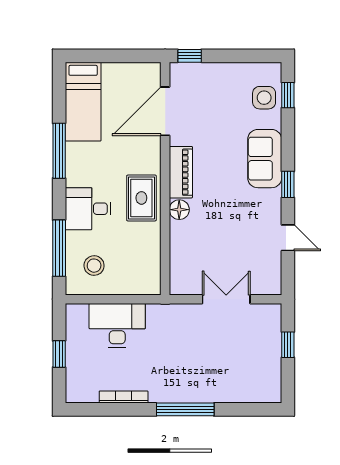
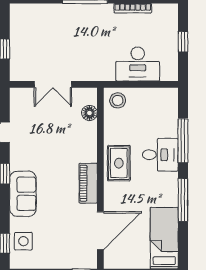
floor lamp: (179, 210) -> (89, 113), moved
window: (59, 248) -> (183, 141), moved
stool: (94, 266) -> (118, 100), moved

